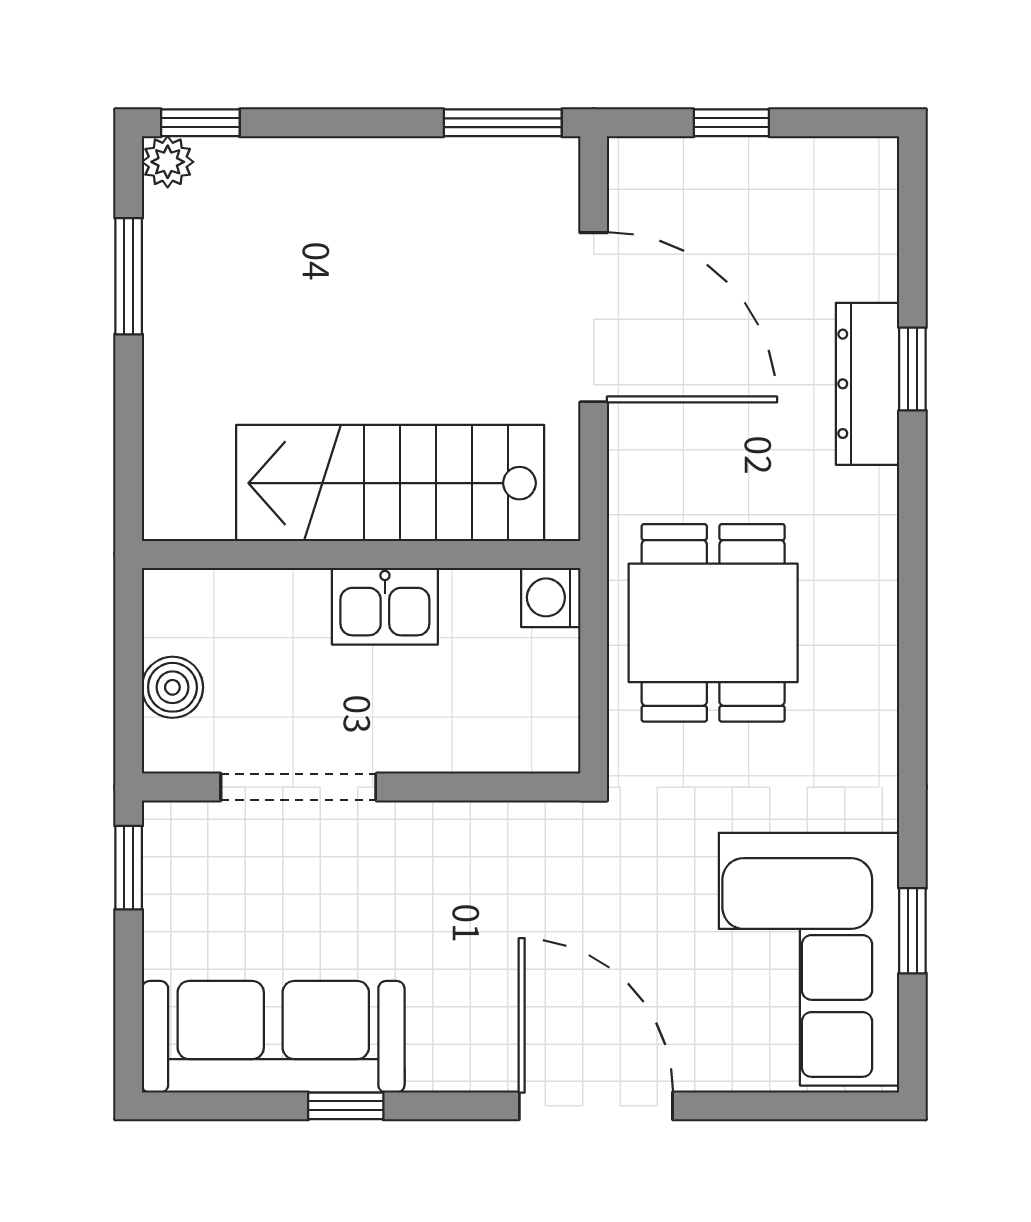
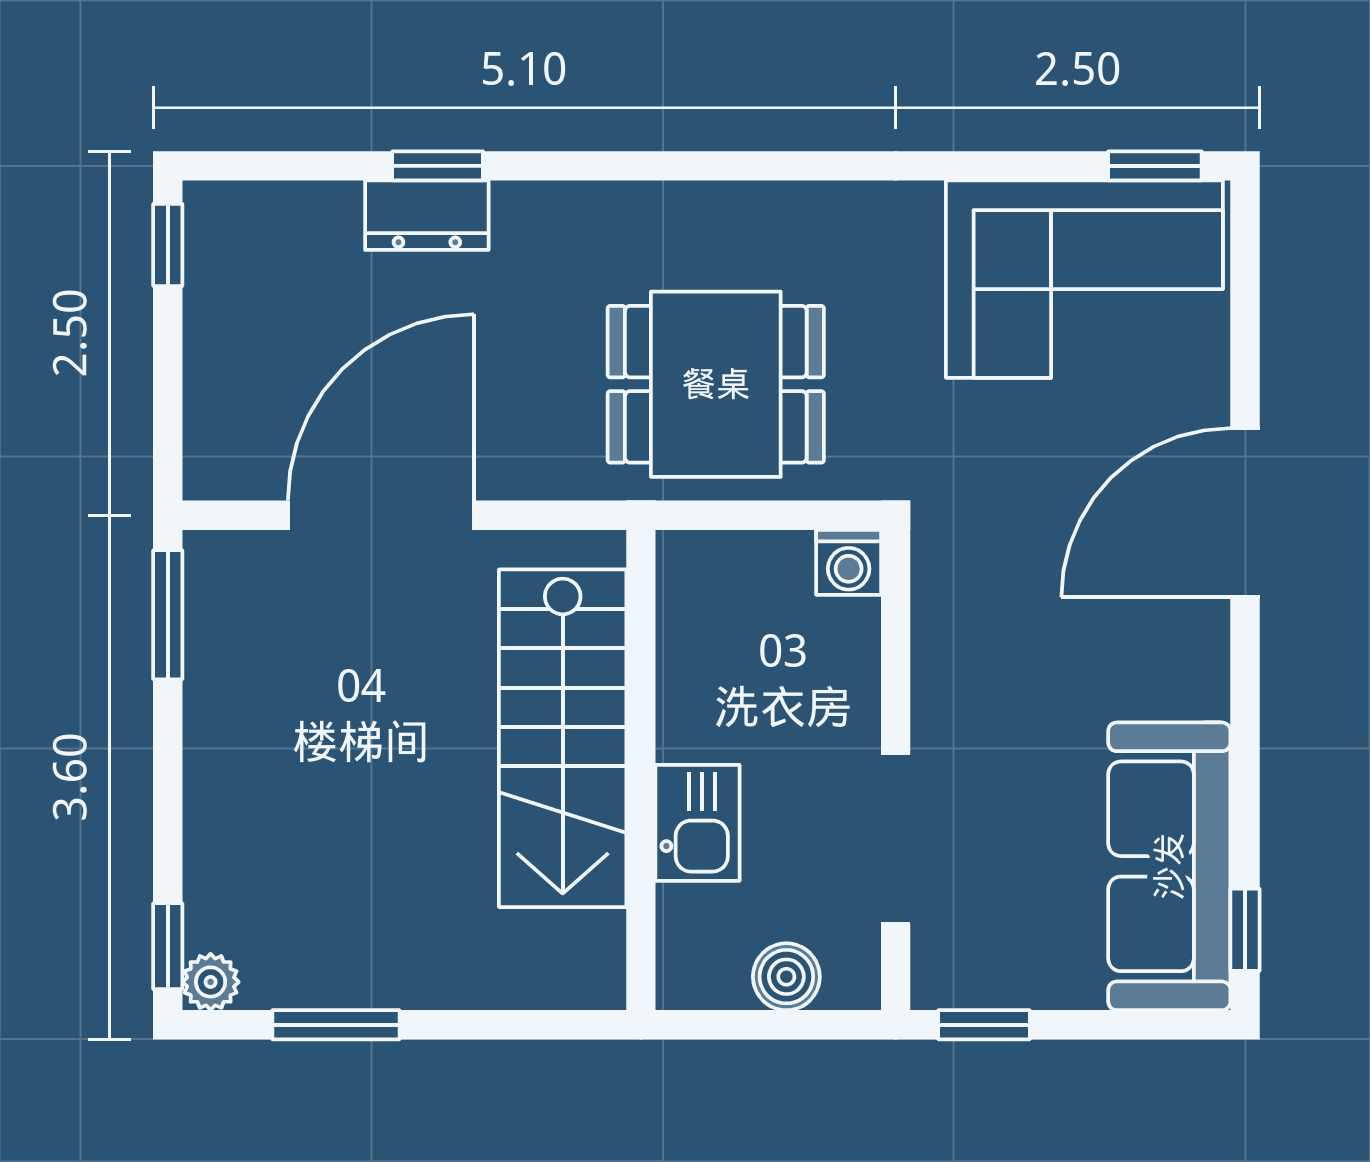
window: (731, 123) -> (168, 245), moved
dresser: (867, 384) -> (427, 215), width x0.70
washing machine: (551, 597) -> (849, 562), moved
kitchen sink: (385, 606) -> (698, 823), moved
window: (912, 931) -> (1155, 166), moved
window: (346, 1106) -> (1245, 930), moved

